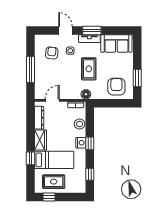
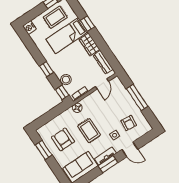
armchair: (116, 87) -> (63, 139), moved, turned 180
nightstand: (81, 143) -> (29, 28), moved
window: (90, 174) -> (62, 92), moved

